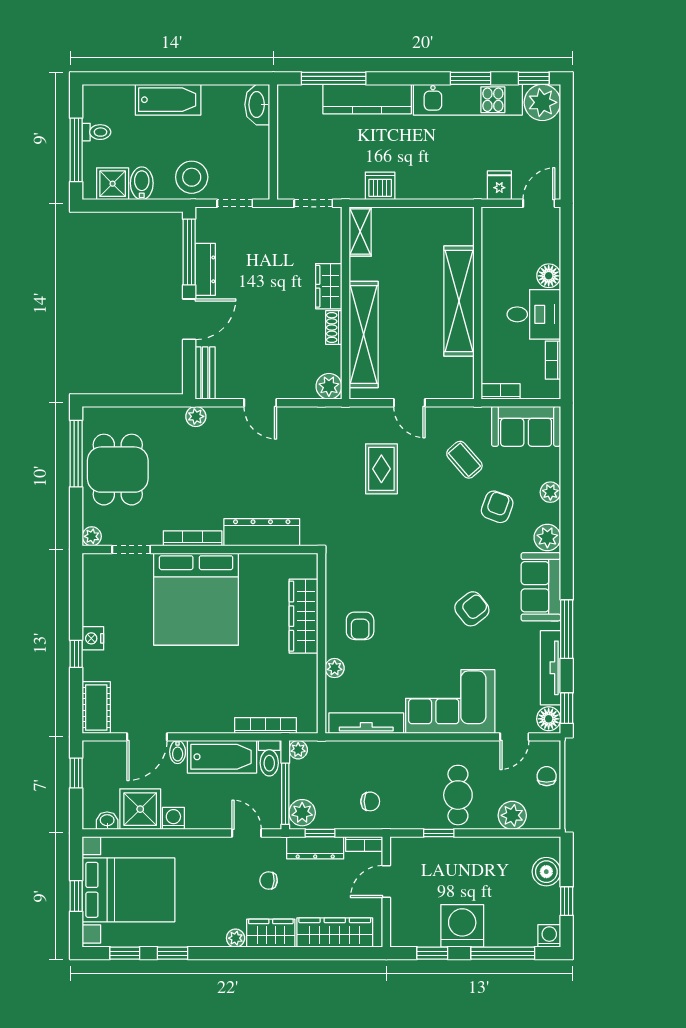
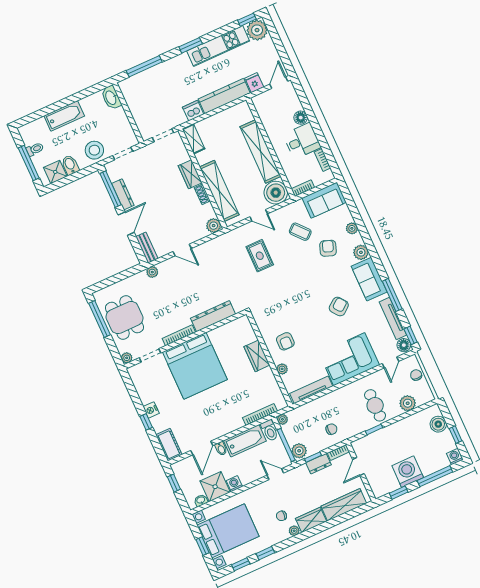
window: (471, 78) -> (191, 45), moved
kitchen counter: (367, 99) -> (224, 96), moved, turned 180
boiler: (453, 379) -> (276, 193), added
wardrobe: (303, 616) -> (257, 356), width x0.67
dresser: (315, 848) -> (318, 464), width x0.70
chair: (269, 881) -> (281, 516), moved

